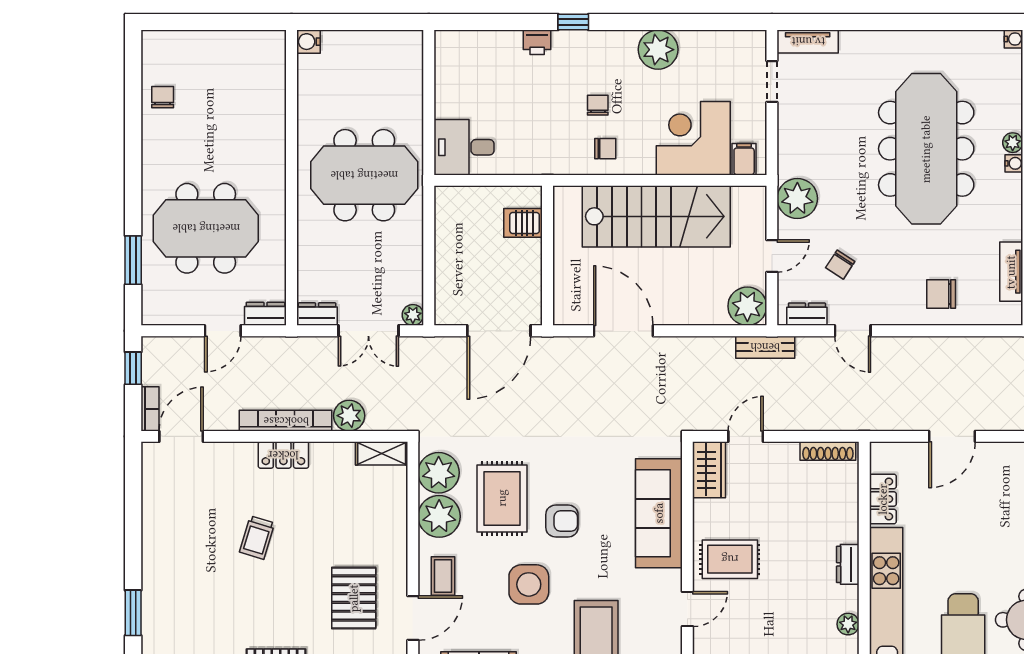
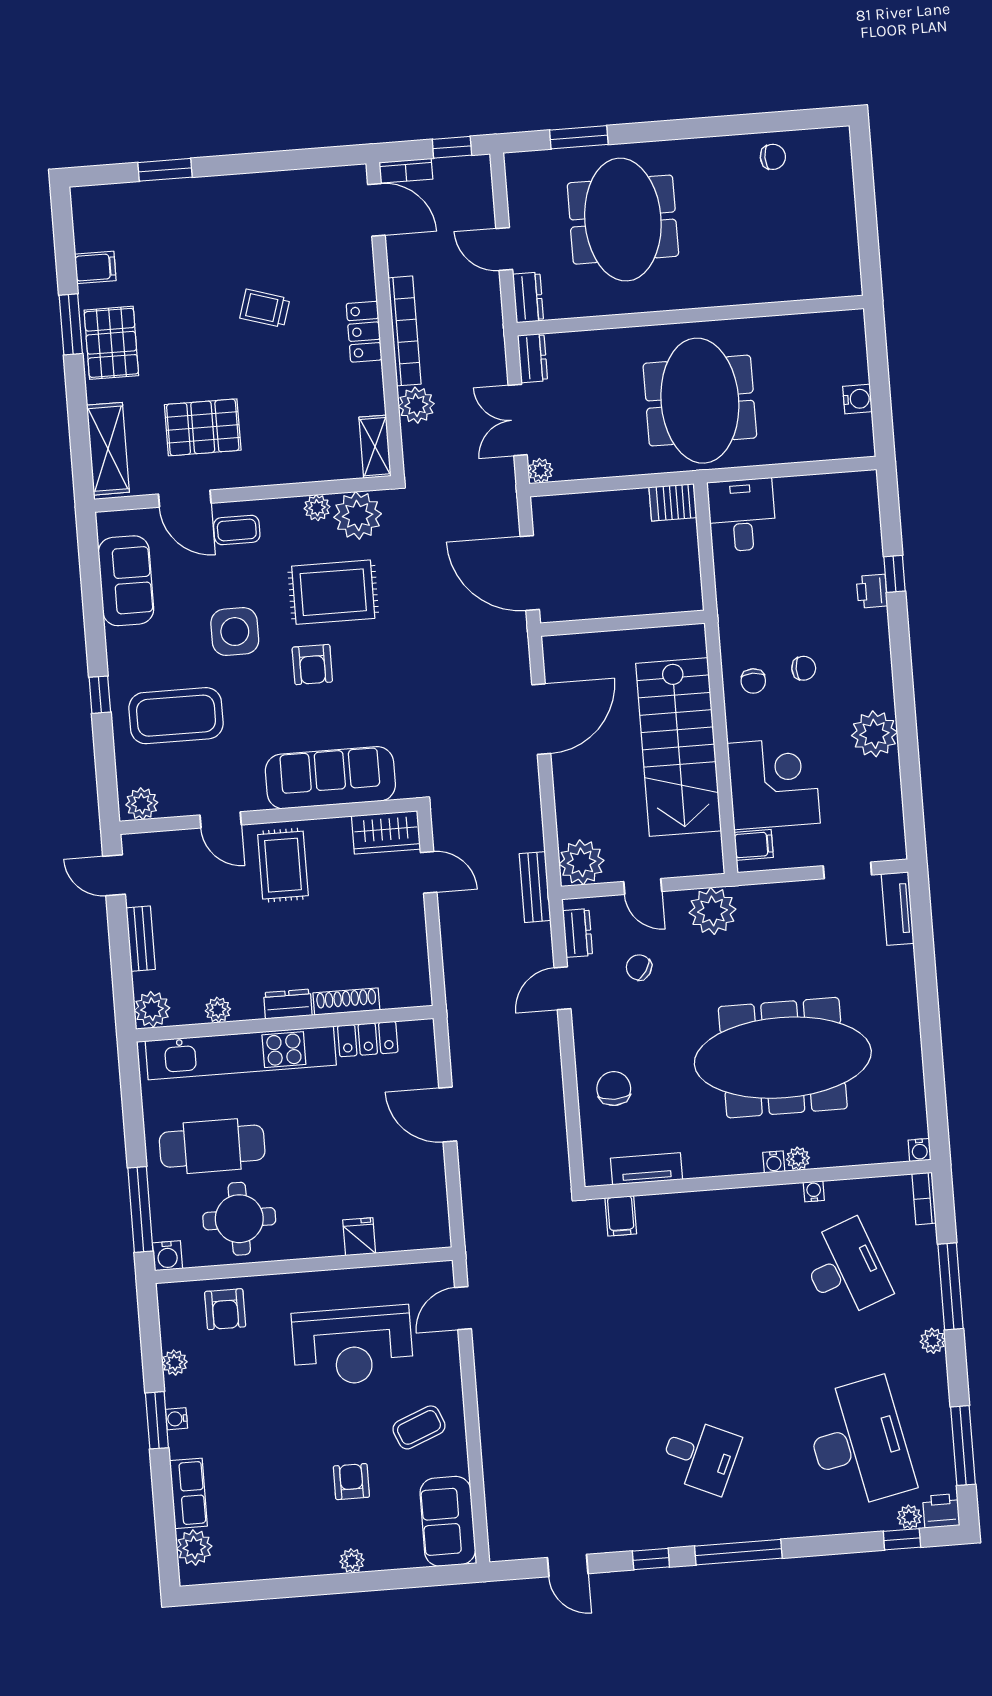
window: (573, 22) -> (894, 574), moved
water cooler: (308, 42) -> (857, 399), moved, turned 90
server rack: (523, 223) -> (673, 502), moved, turned -90
shoe rack: (828, 451) -> (346, 1001), moved, turned 90
plant: (439, 516) -> (317, 508), width x0.53, depth x0.53

